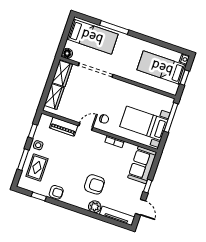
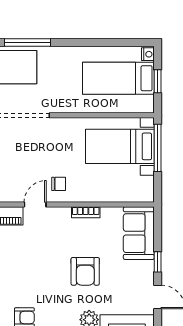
bed with nightstands: (144, 123) -> (120, 146), moved
armchair: (94, 184) -> (85, 271), moved, turned 90

